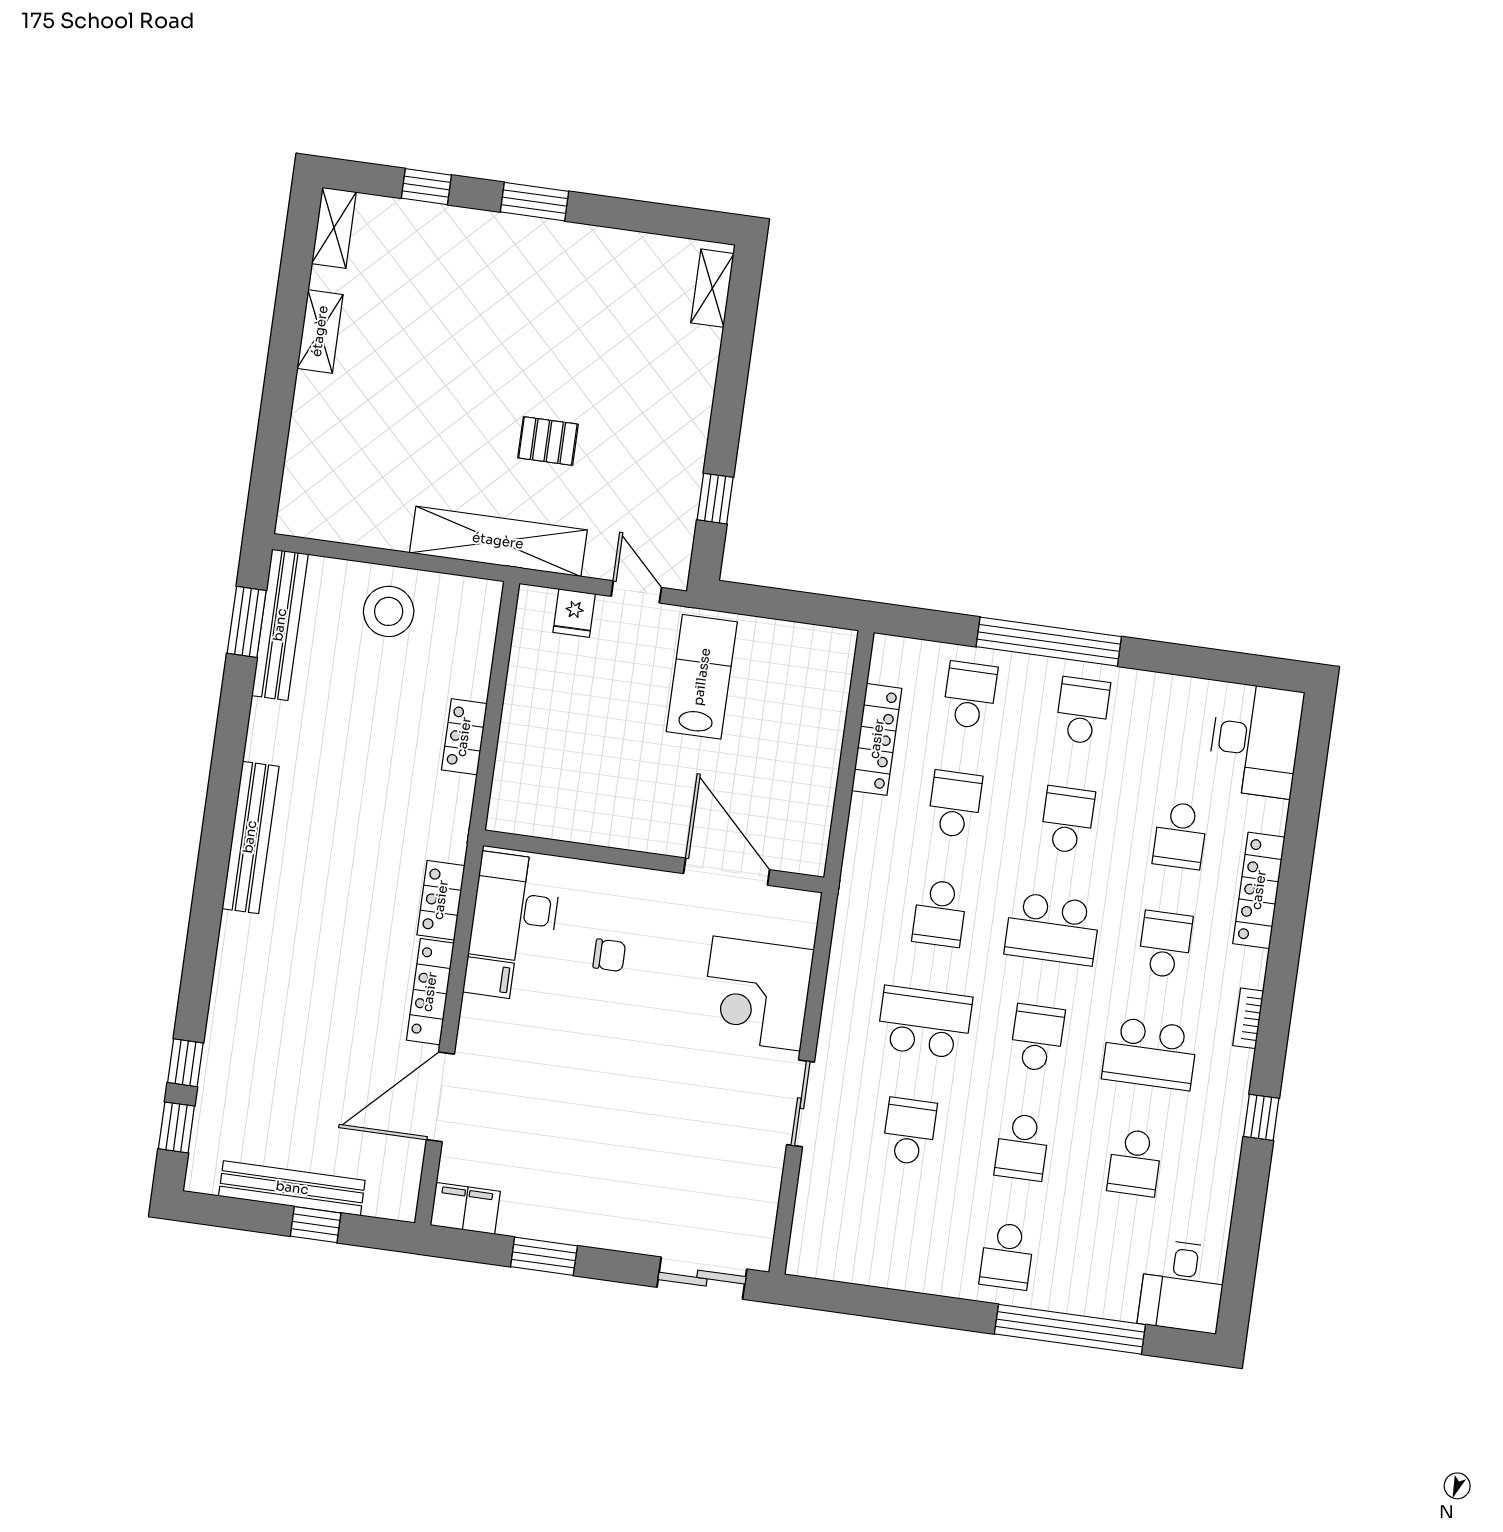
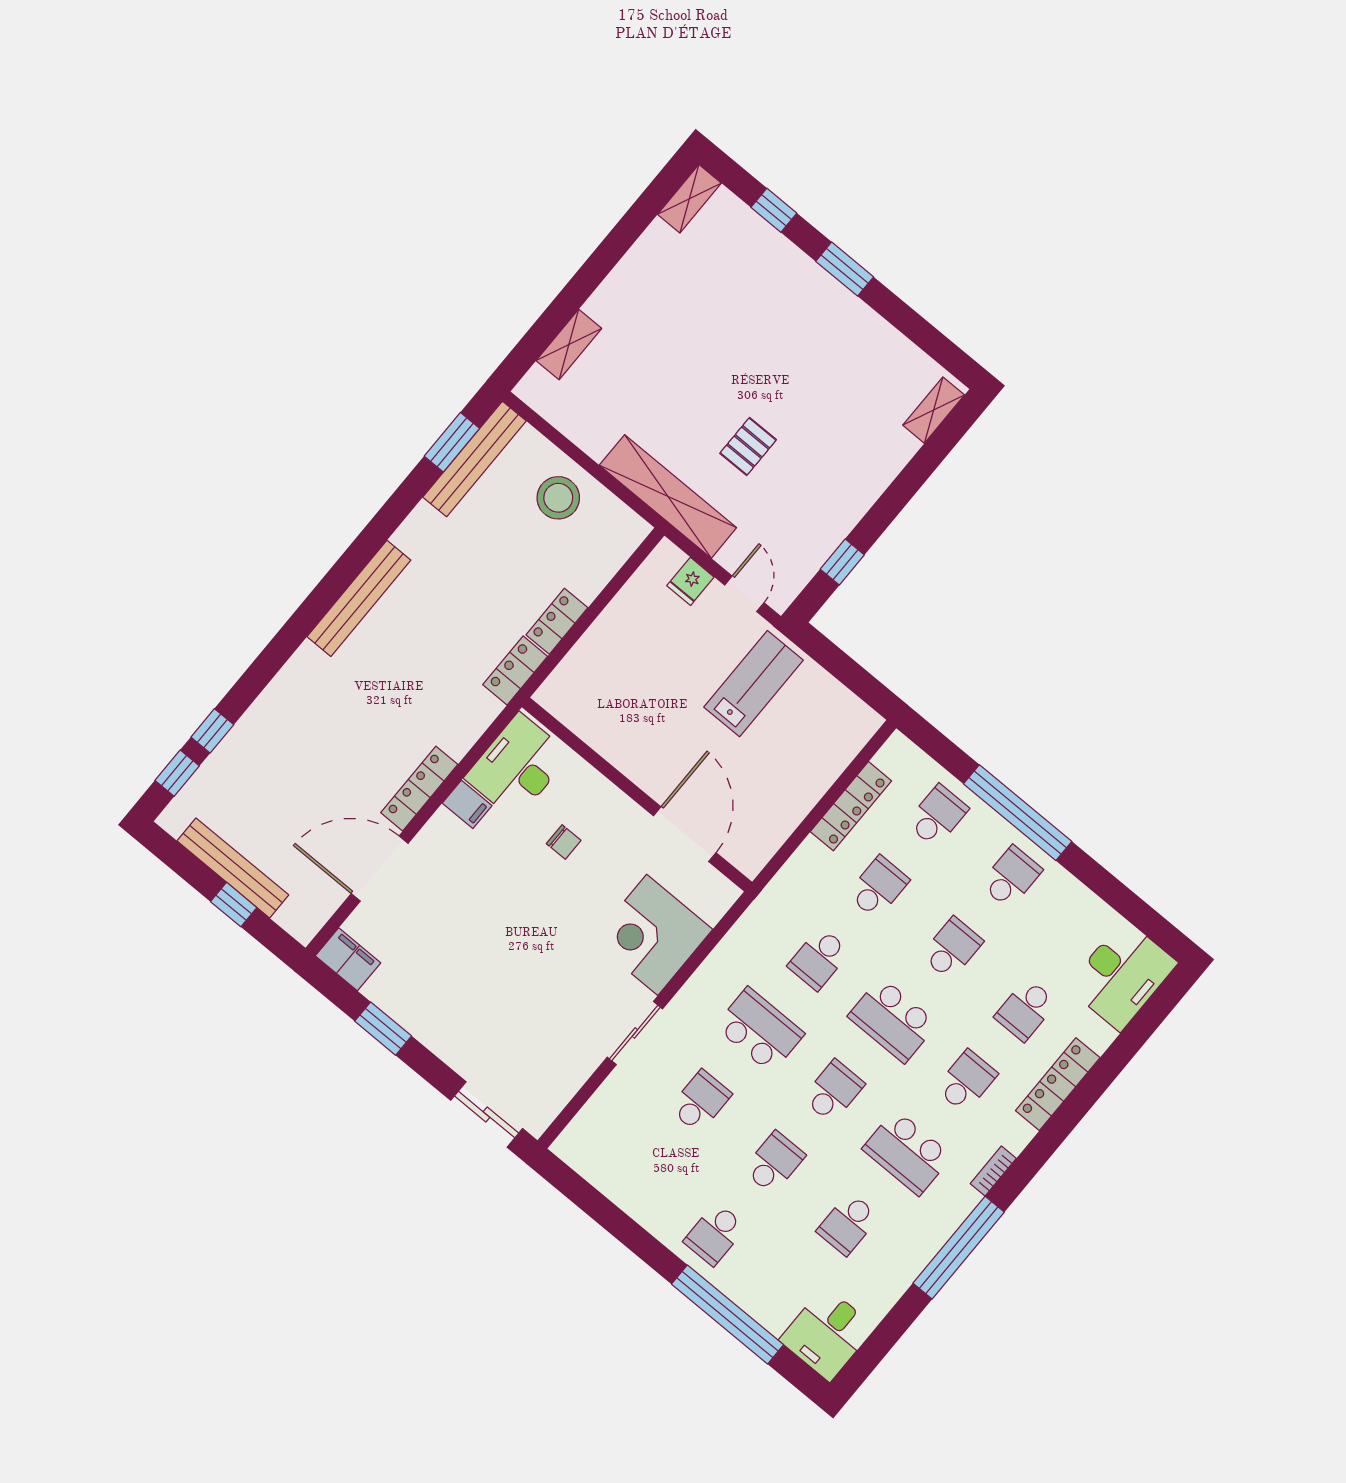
shelving: (320, 331) -> (569, 345), moved
pallet: (548, 441) -> (748, 446), turned 90
locker: (441, 900) -> (515, 670), moved
window: (1261, 1117) -> (959, 1248), width x3.17
school desk: (1022, 1147) -> (774, 1163), turned 180

